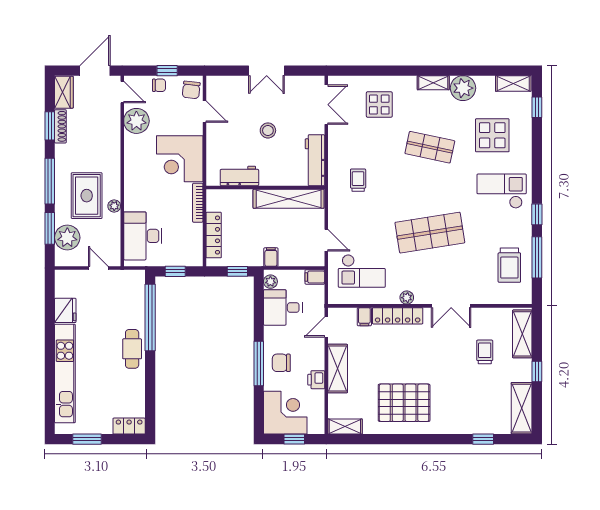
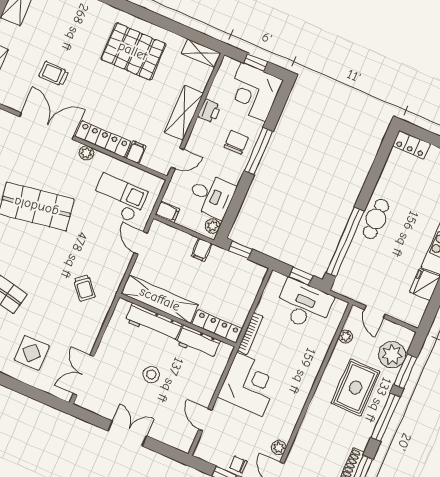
chair: (191, 90) -> (209, 446), removed
plant: (136, 121) -> (279, 448), width x0.53, depth x0.53
workbench: (315, 160) -> (154, 323), moved, turned 90
trolley: (358, 180) -> (84, 288), turned -40
plant: (114, 206) -> (346, 336), moved
locker: (214, 235) -> (217, 326), moved, turned 90
desk: (143, 236) -> (304, 305), moved, turned -90
double door: (451, 306) -> (47, 126), width x1.37
trolley: (485, 352) -> (54, 74), moved, turned 90
chair: (281, 363) -> (236, 142), turned -90

